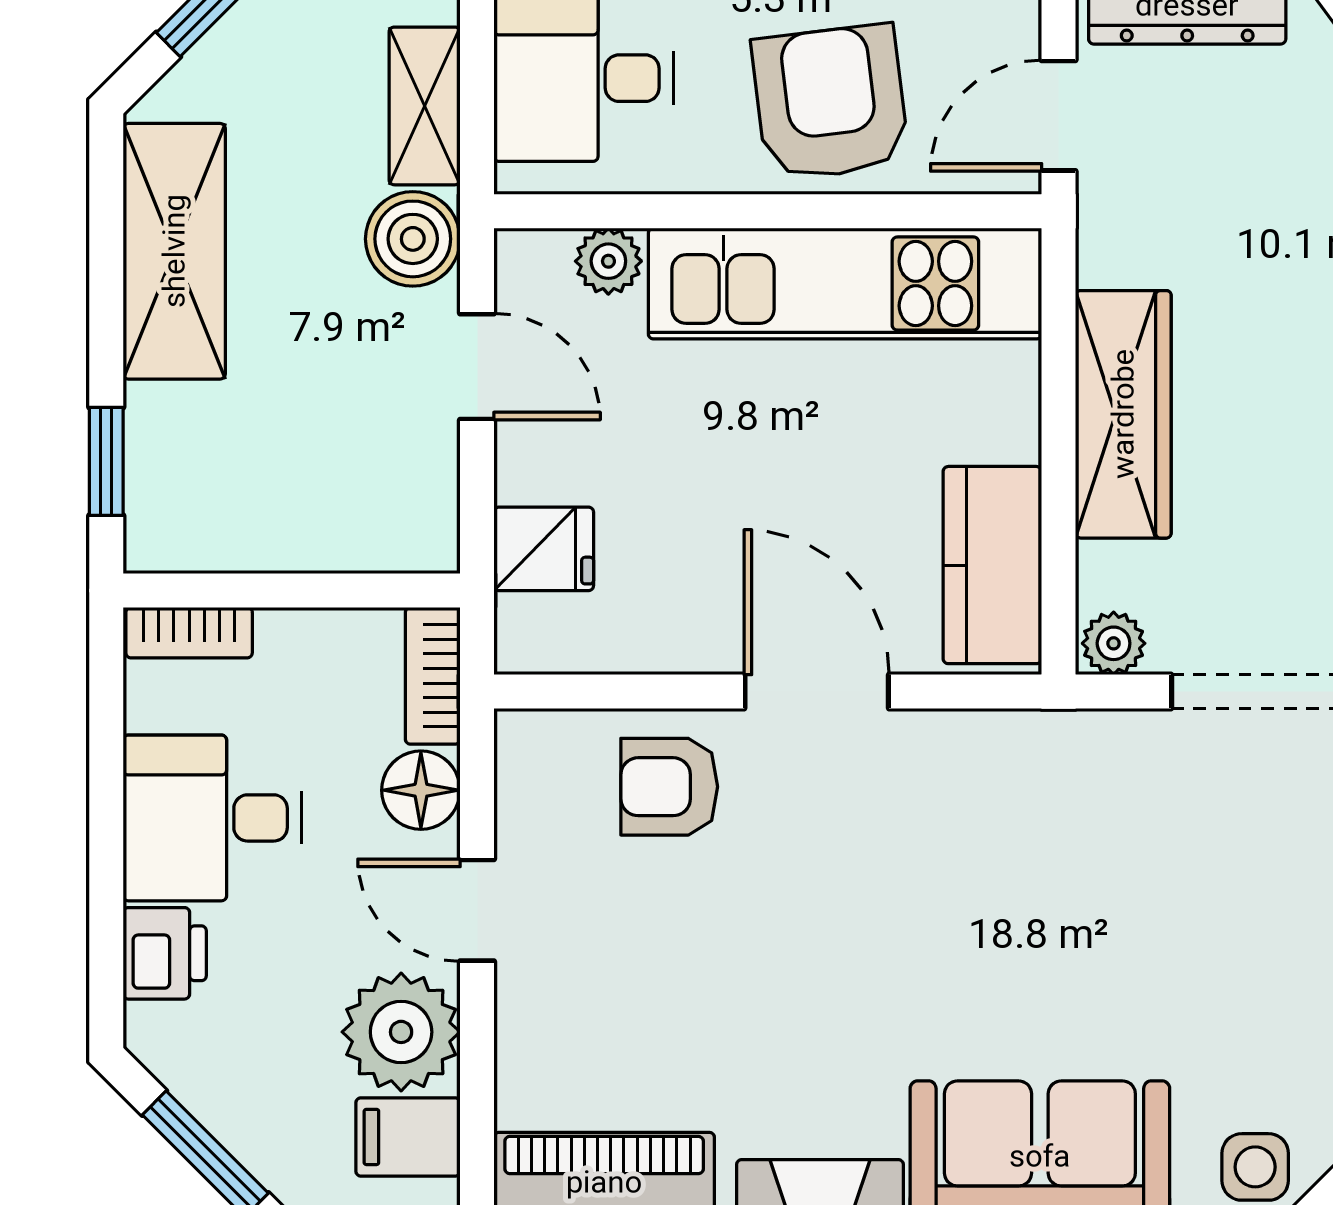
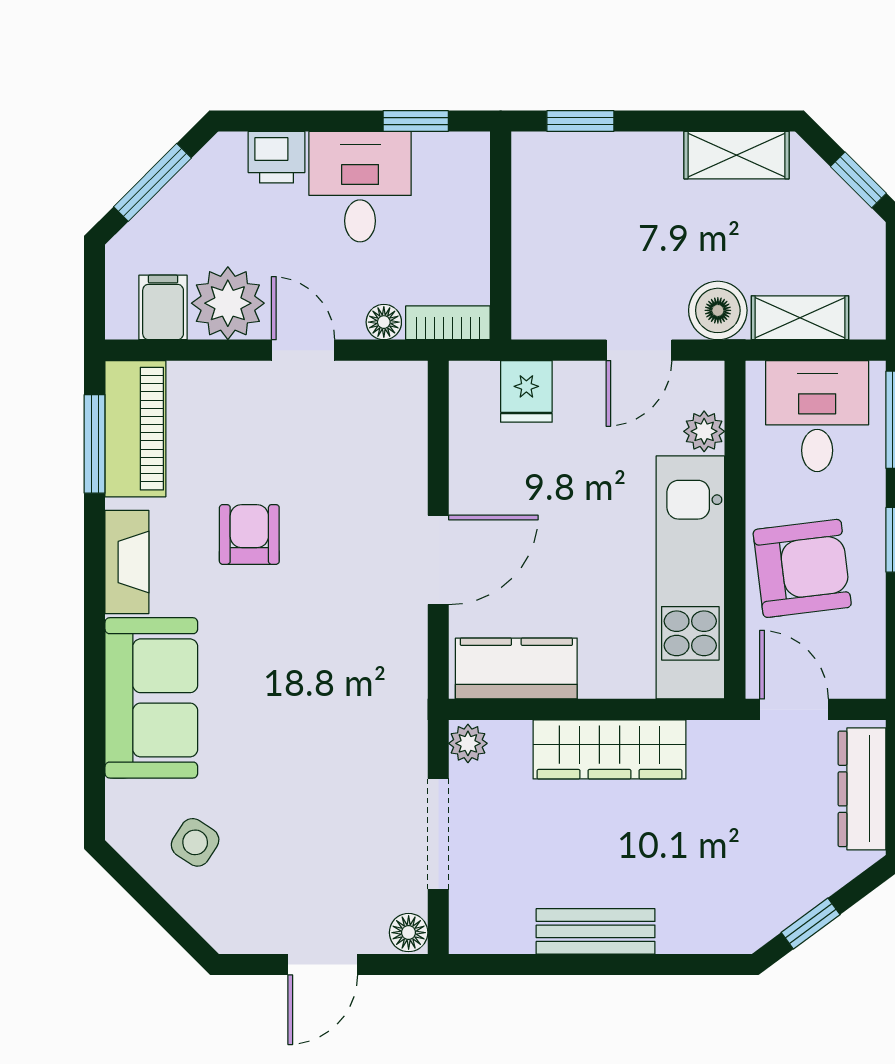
shelving: (174, 251) -> (737, 155), width x0.67, depth x0.75
bookcase: (189, 633) -> (475, 172), removed
window: (106, 728) -> (416, 121), added
armchair: (669, 787) -> (249, 534), moved
floor lamp: (421, 790) -> (384, 322), width x0.73, depth x0.73
door: (477, 910) -> (303, 350), hinge flipped
side table: (1255, 1167) -> (195, 842), moved, turned 33

